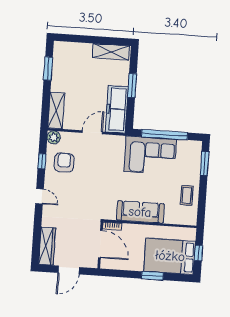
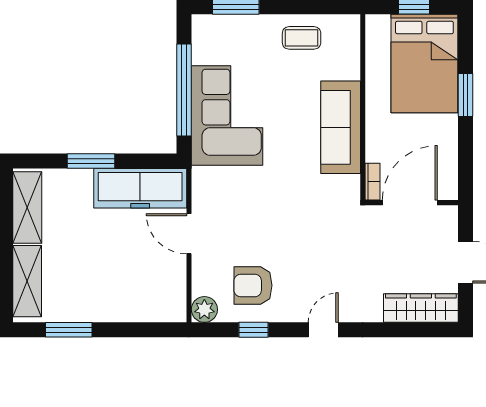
shelving: (56, 110) -> (27, 281), moved, turned 90

